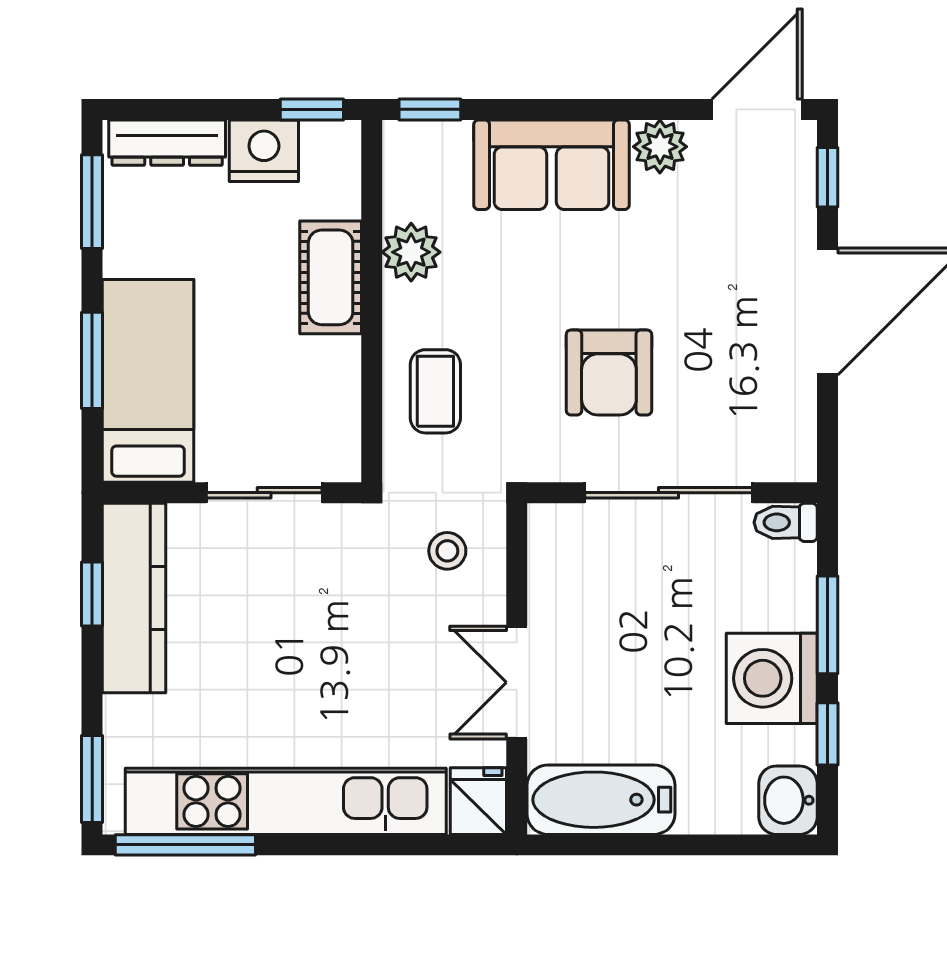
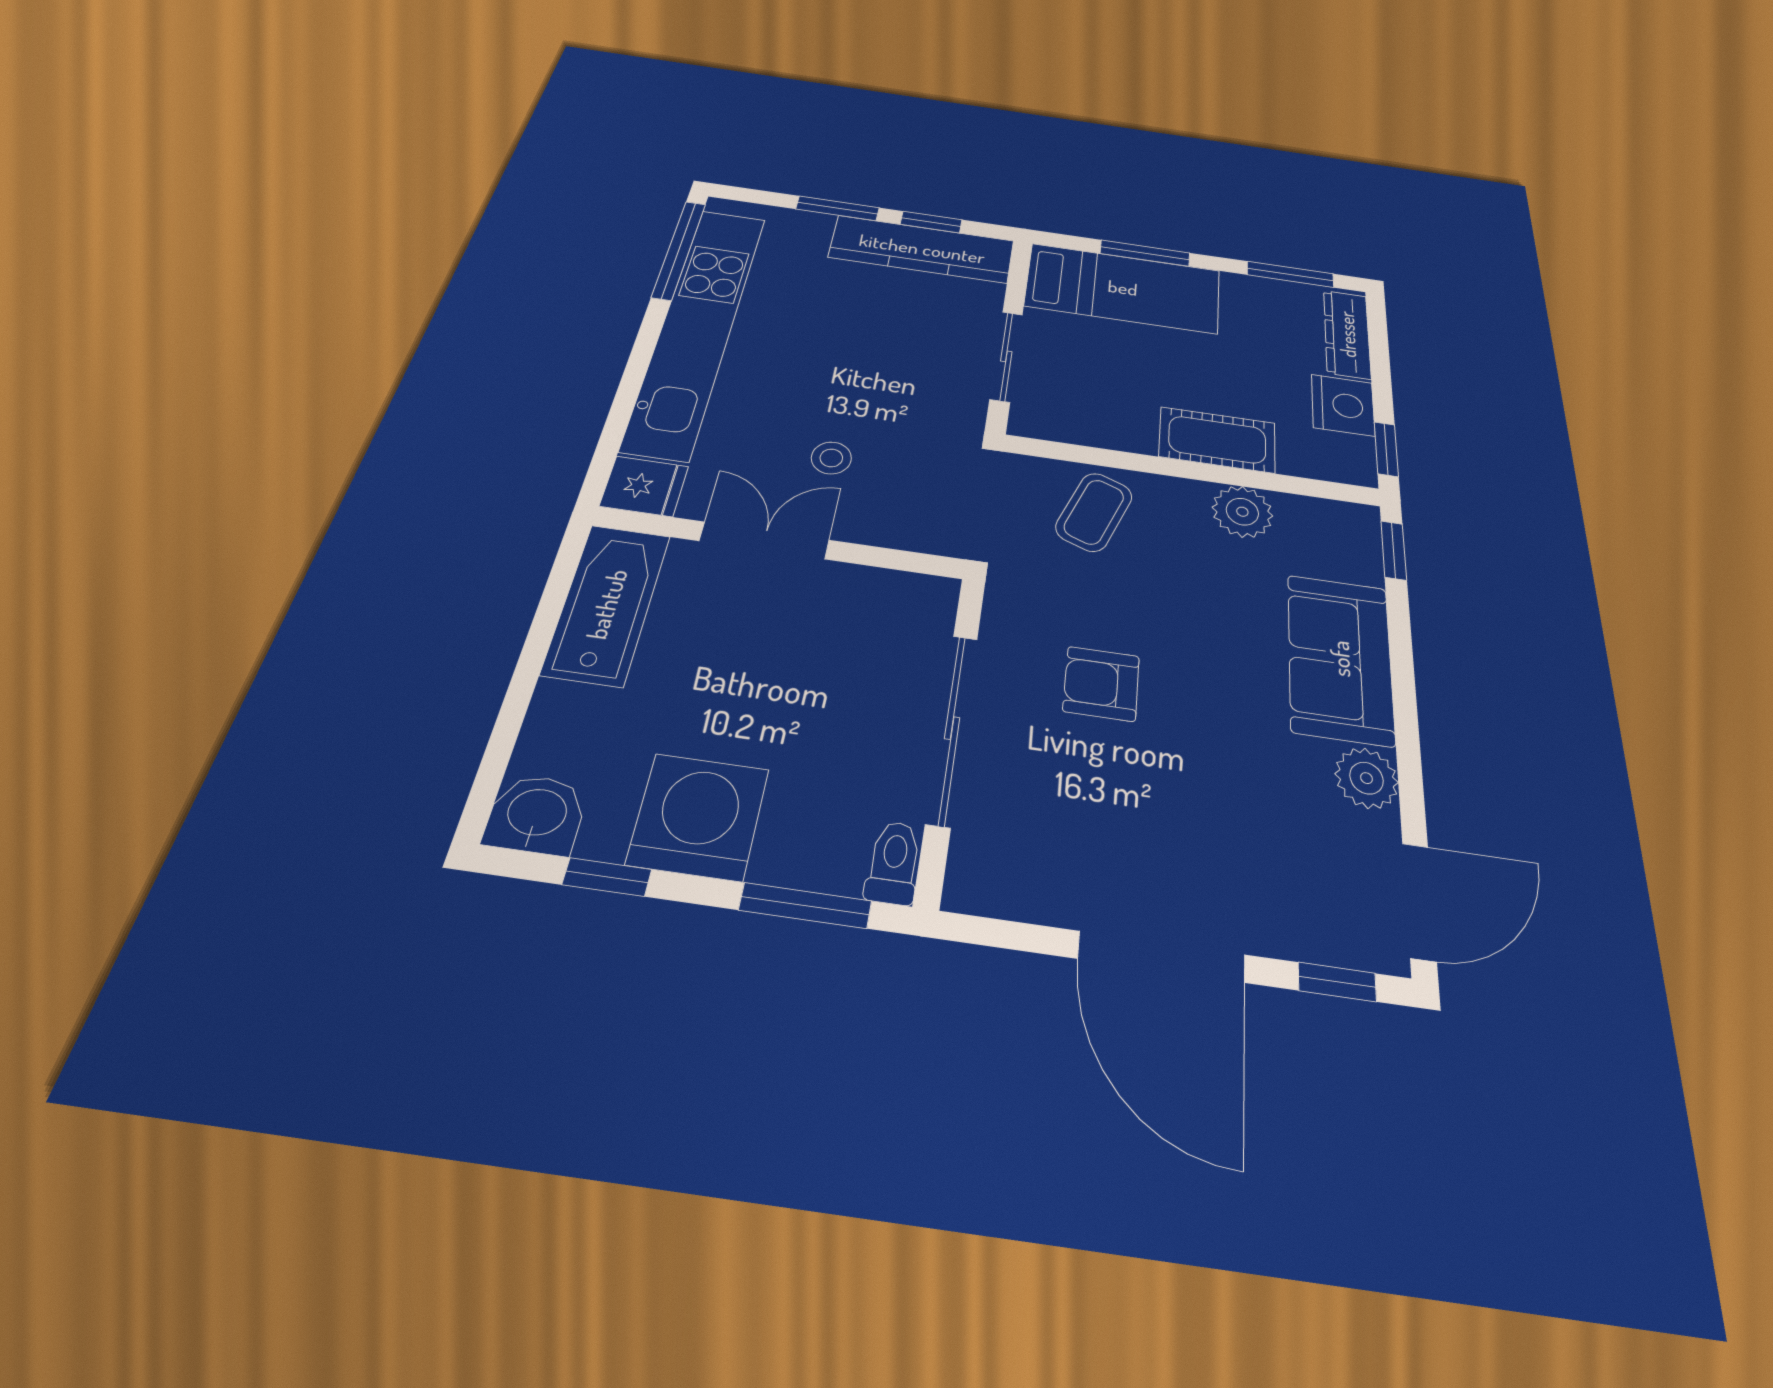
door: (757, 109) -> (1419, 901), hinge flipped
armchair: (609, 372) -> (1101, 684), width x0.72, depth x0.72
coffee table: (435, 391) -> (1094, 512), turned -69
stool: (447, 551) -> (831, 458), moved
window: (827, 625) -> (805, 906), moved
window: (92, 779) -> (837, 208), moved

